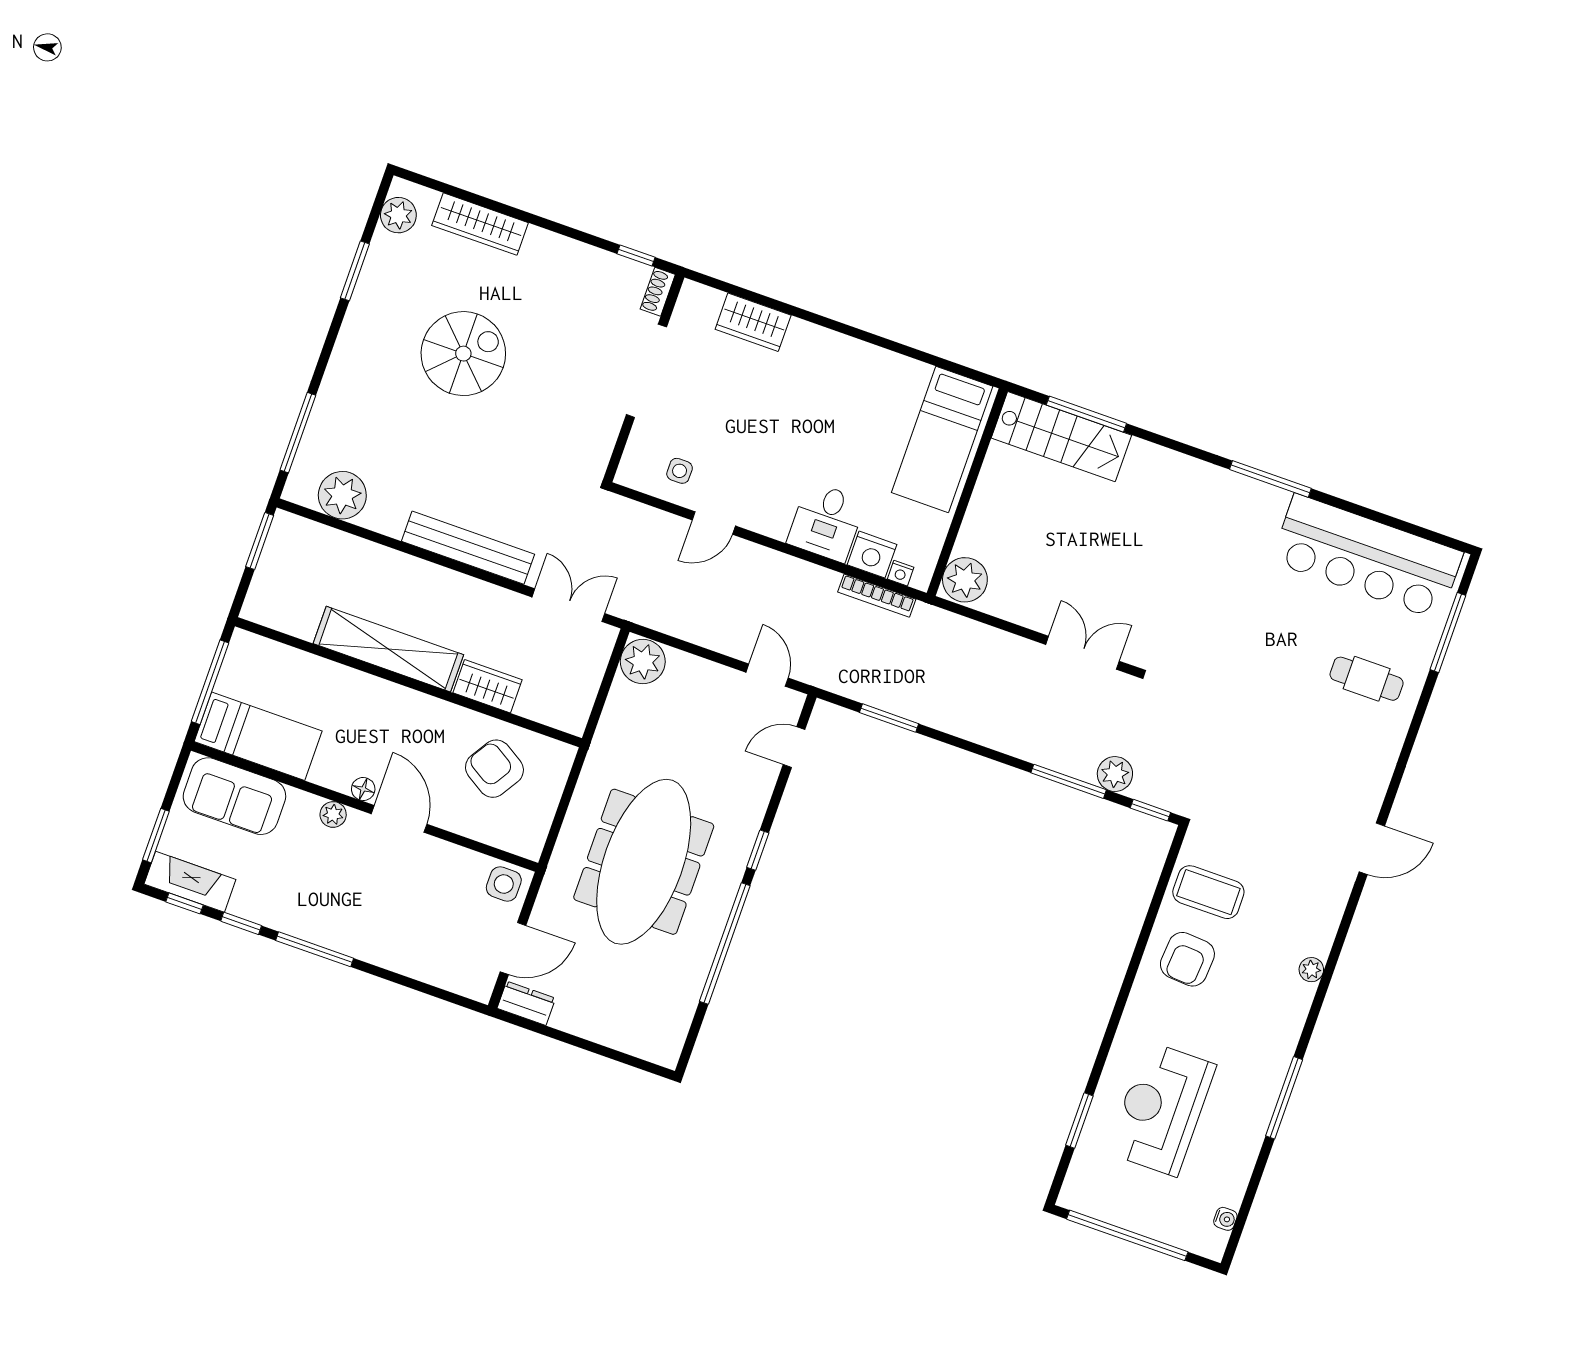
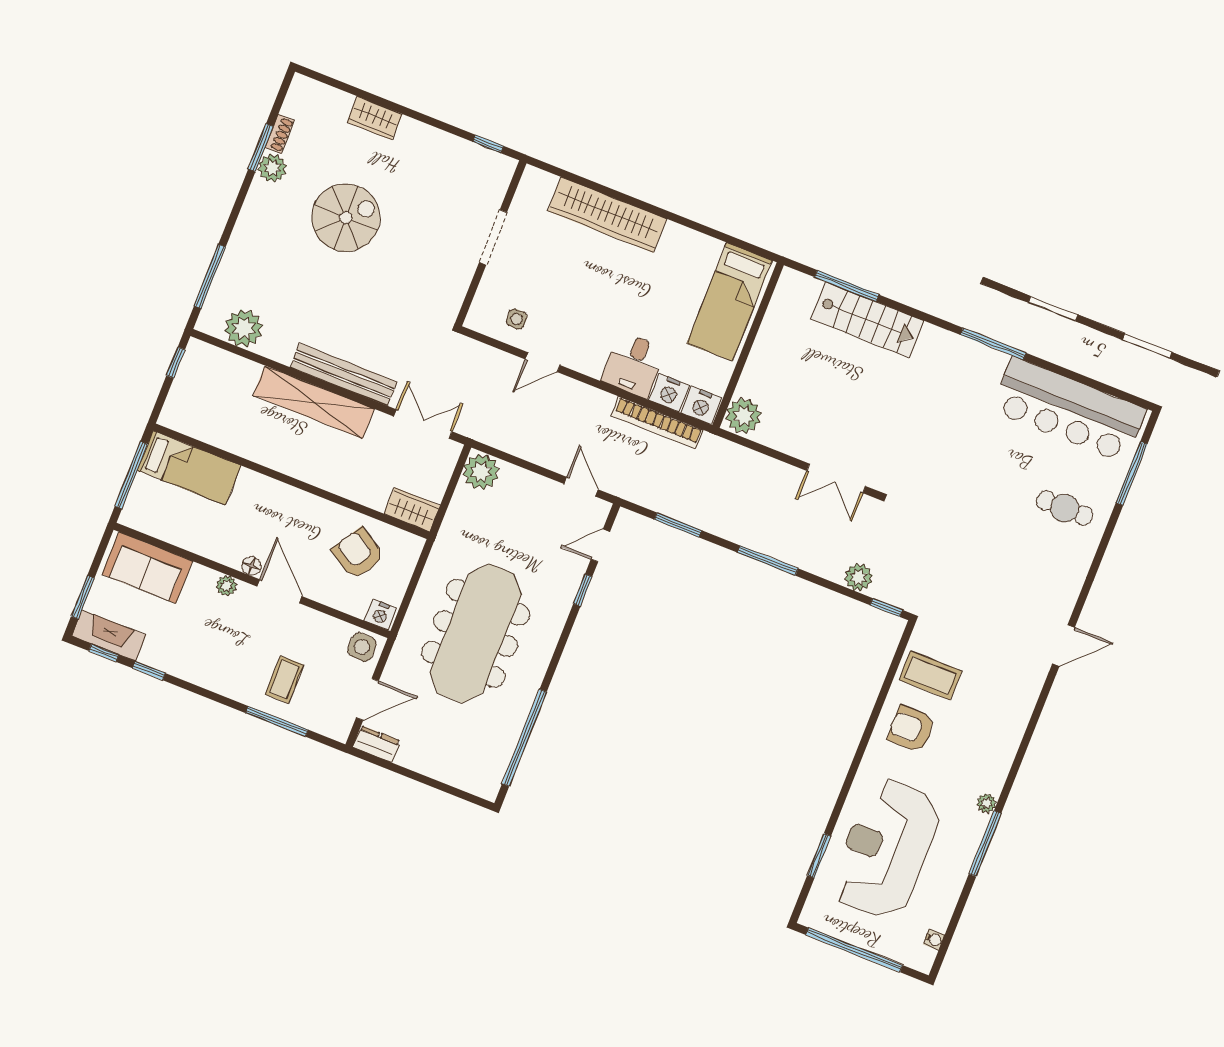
plant: (398, 215) -> (272, 168), moved
wardrobe: (480, 224) -> (375, 118), width x0.67
shoe rack: (658, 292) -> (280, 134), moved, turned 180
wardrobe: (753, 322) -> (607, 215), width x2.10, depth x1.17
doorway: (646, 371) -> (493, 237), width x0.73
stairs: (1061, 437) -> (867, 320), moved
window: (260, 541) -> (176, 363), width x0.67
nightstand: (901, 573) -> (701, 405), width x1.89, depth x1.79
bookcase: (877, 596) -> (657, 423), width x1.48, depth x1.31
shelving: (388, 649) -> (314, 402), moved
double door: (1083, 653) -> (836, 478), swing flipped
wardrobe: (488, 686) -> (412, 510), moved
bed: (258, 736) -> (189, 468), moved
window: (1069, 781) -> (768, 561), moved
nightstand: (525, 843) -> (381, 615), added
window: (758, 850) -> (583, 590), moved
coffee table: (409, 928) -> (284, 680), added
window: (725, 943) -> (524, 738), moved
window: (315, 949) -> (277, 721), moved
armchair: (1187, 959) -> (911, 729), turned 86
plant: (1311, 970) -> (986, 803), moved
reception desk: (1161, 1109) -> (886, 849), width x1.36, depth x1.30

